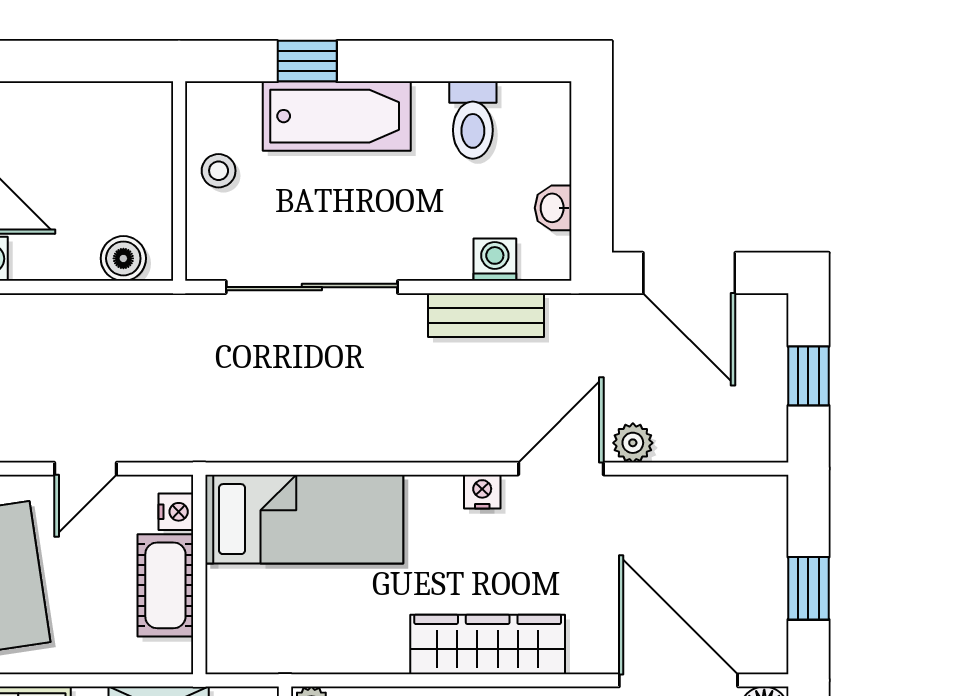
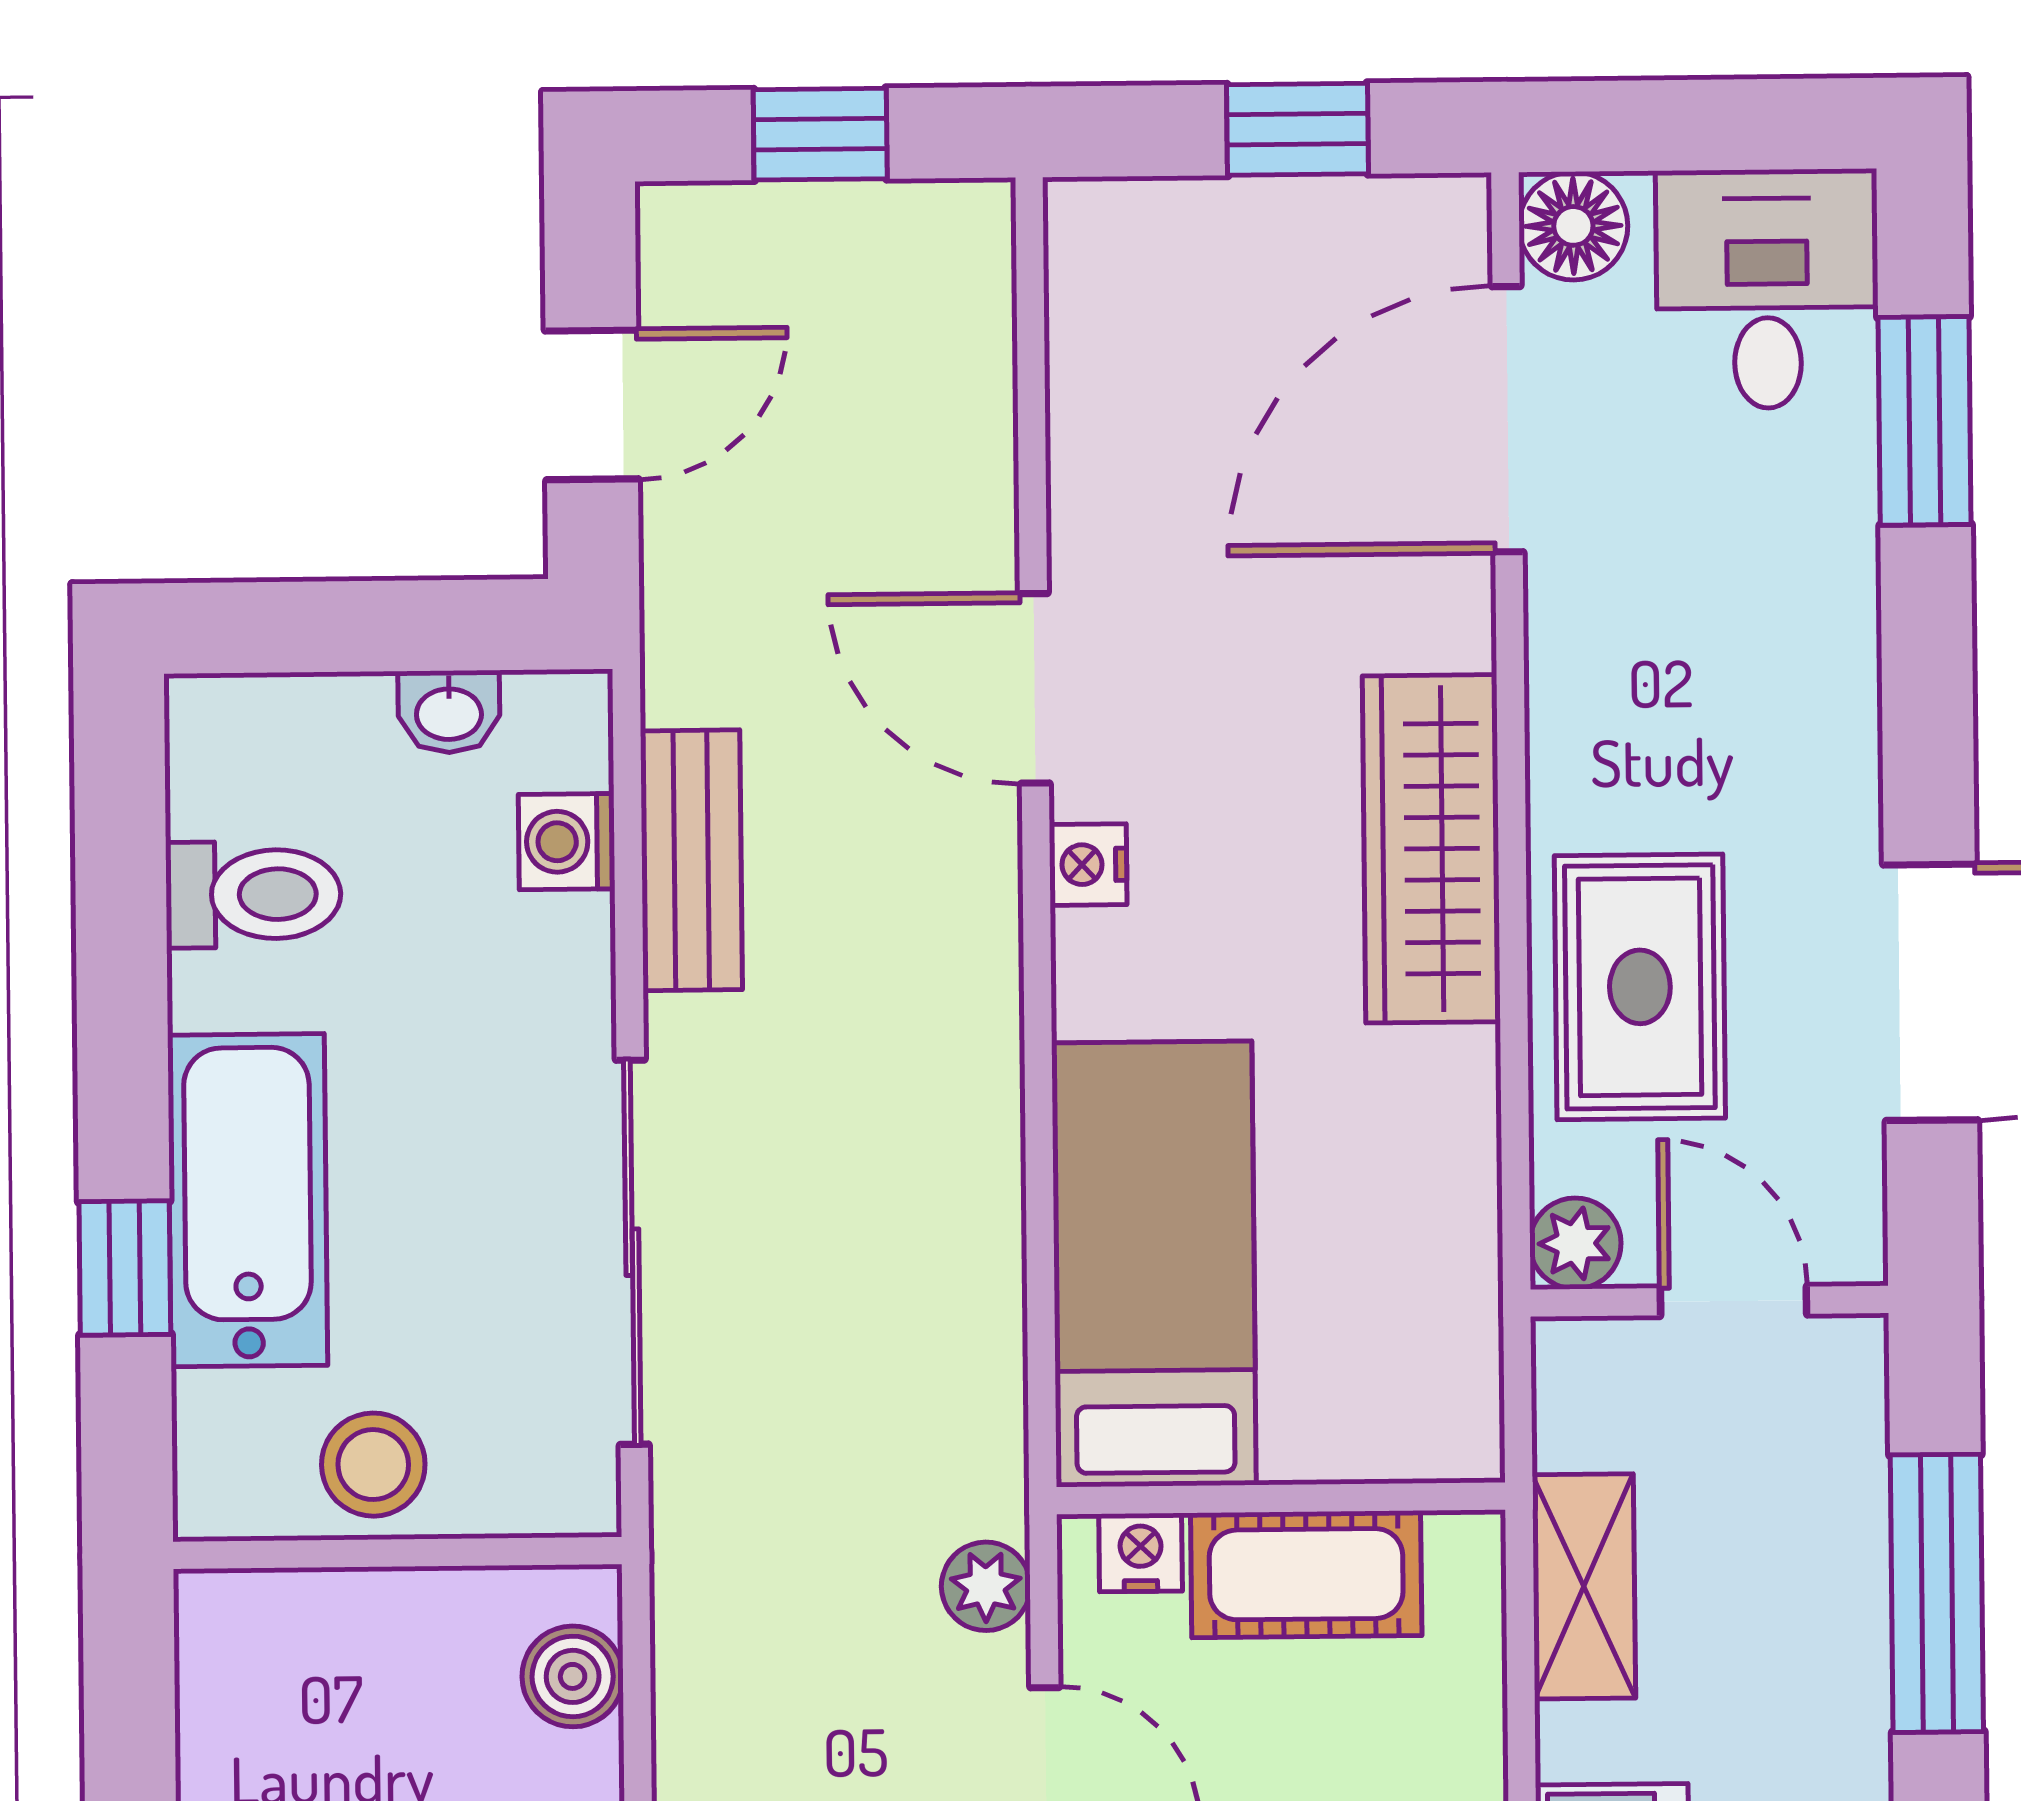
stool: (219, 171) -> (373, 1465), width x1.37, depth x1.37
door: (689, 273) -> (592, 405), width x0.73
plant: (633, 443) -> (986, 1586), moved

